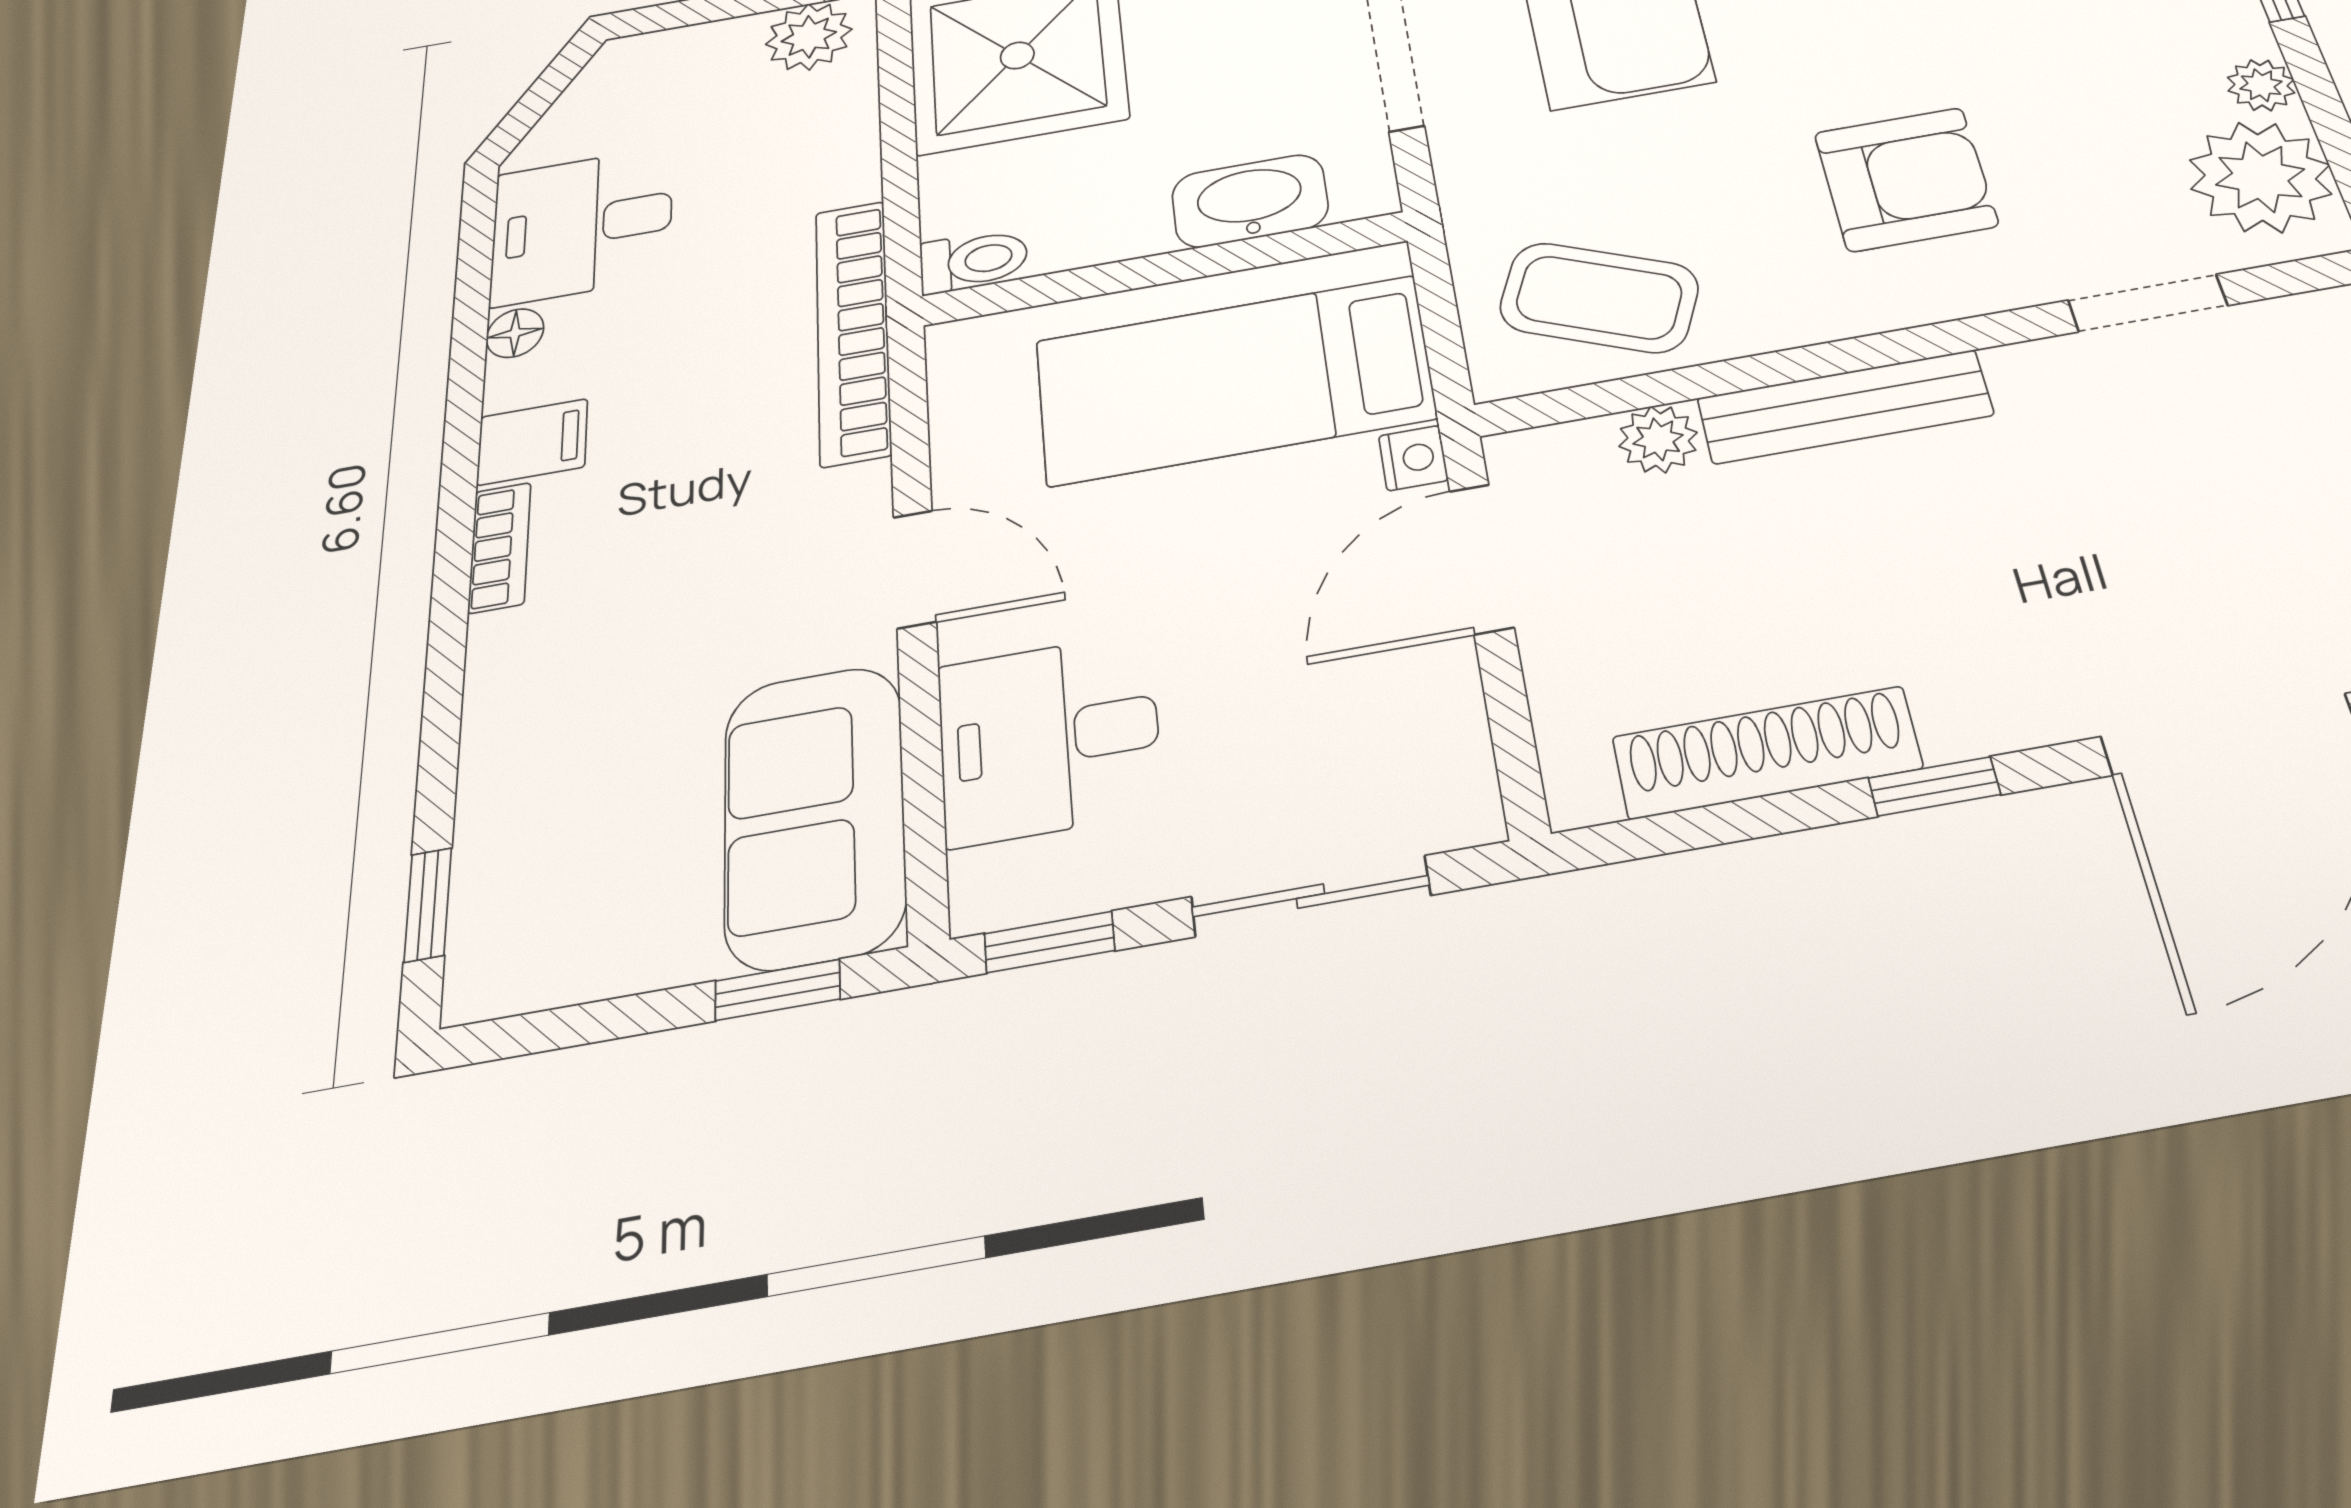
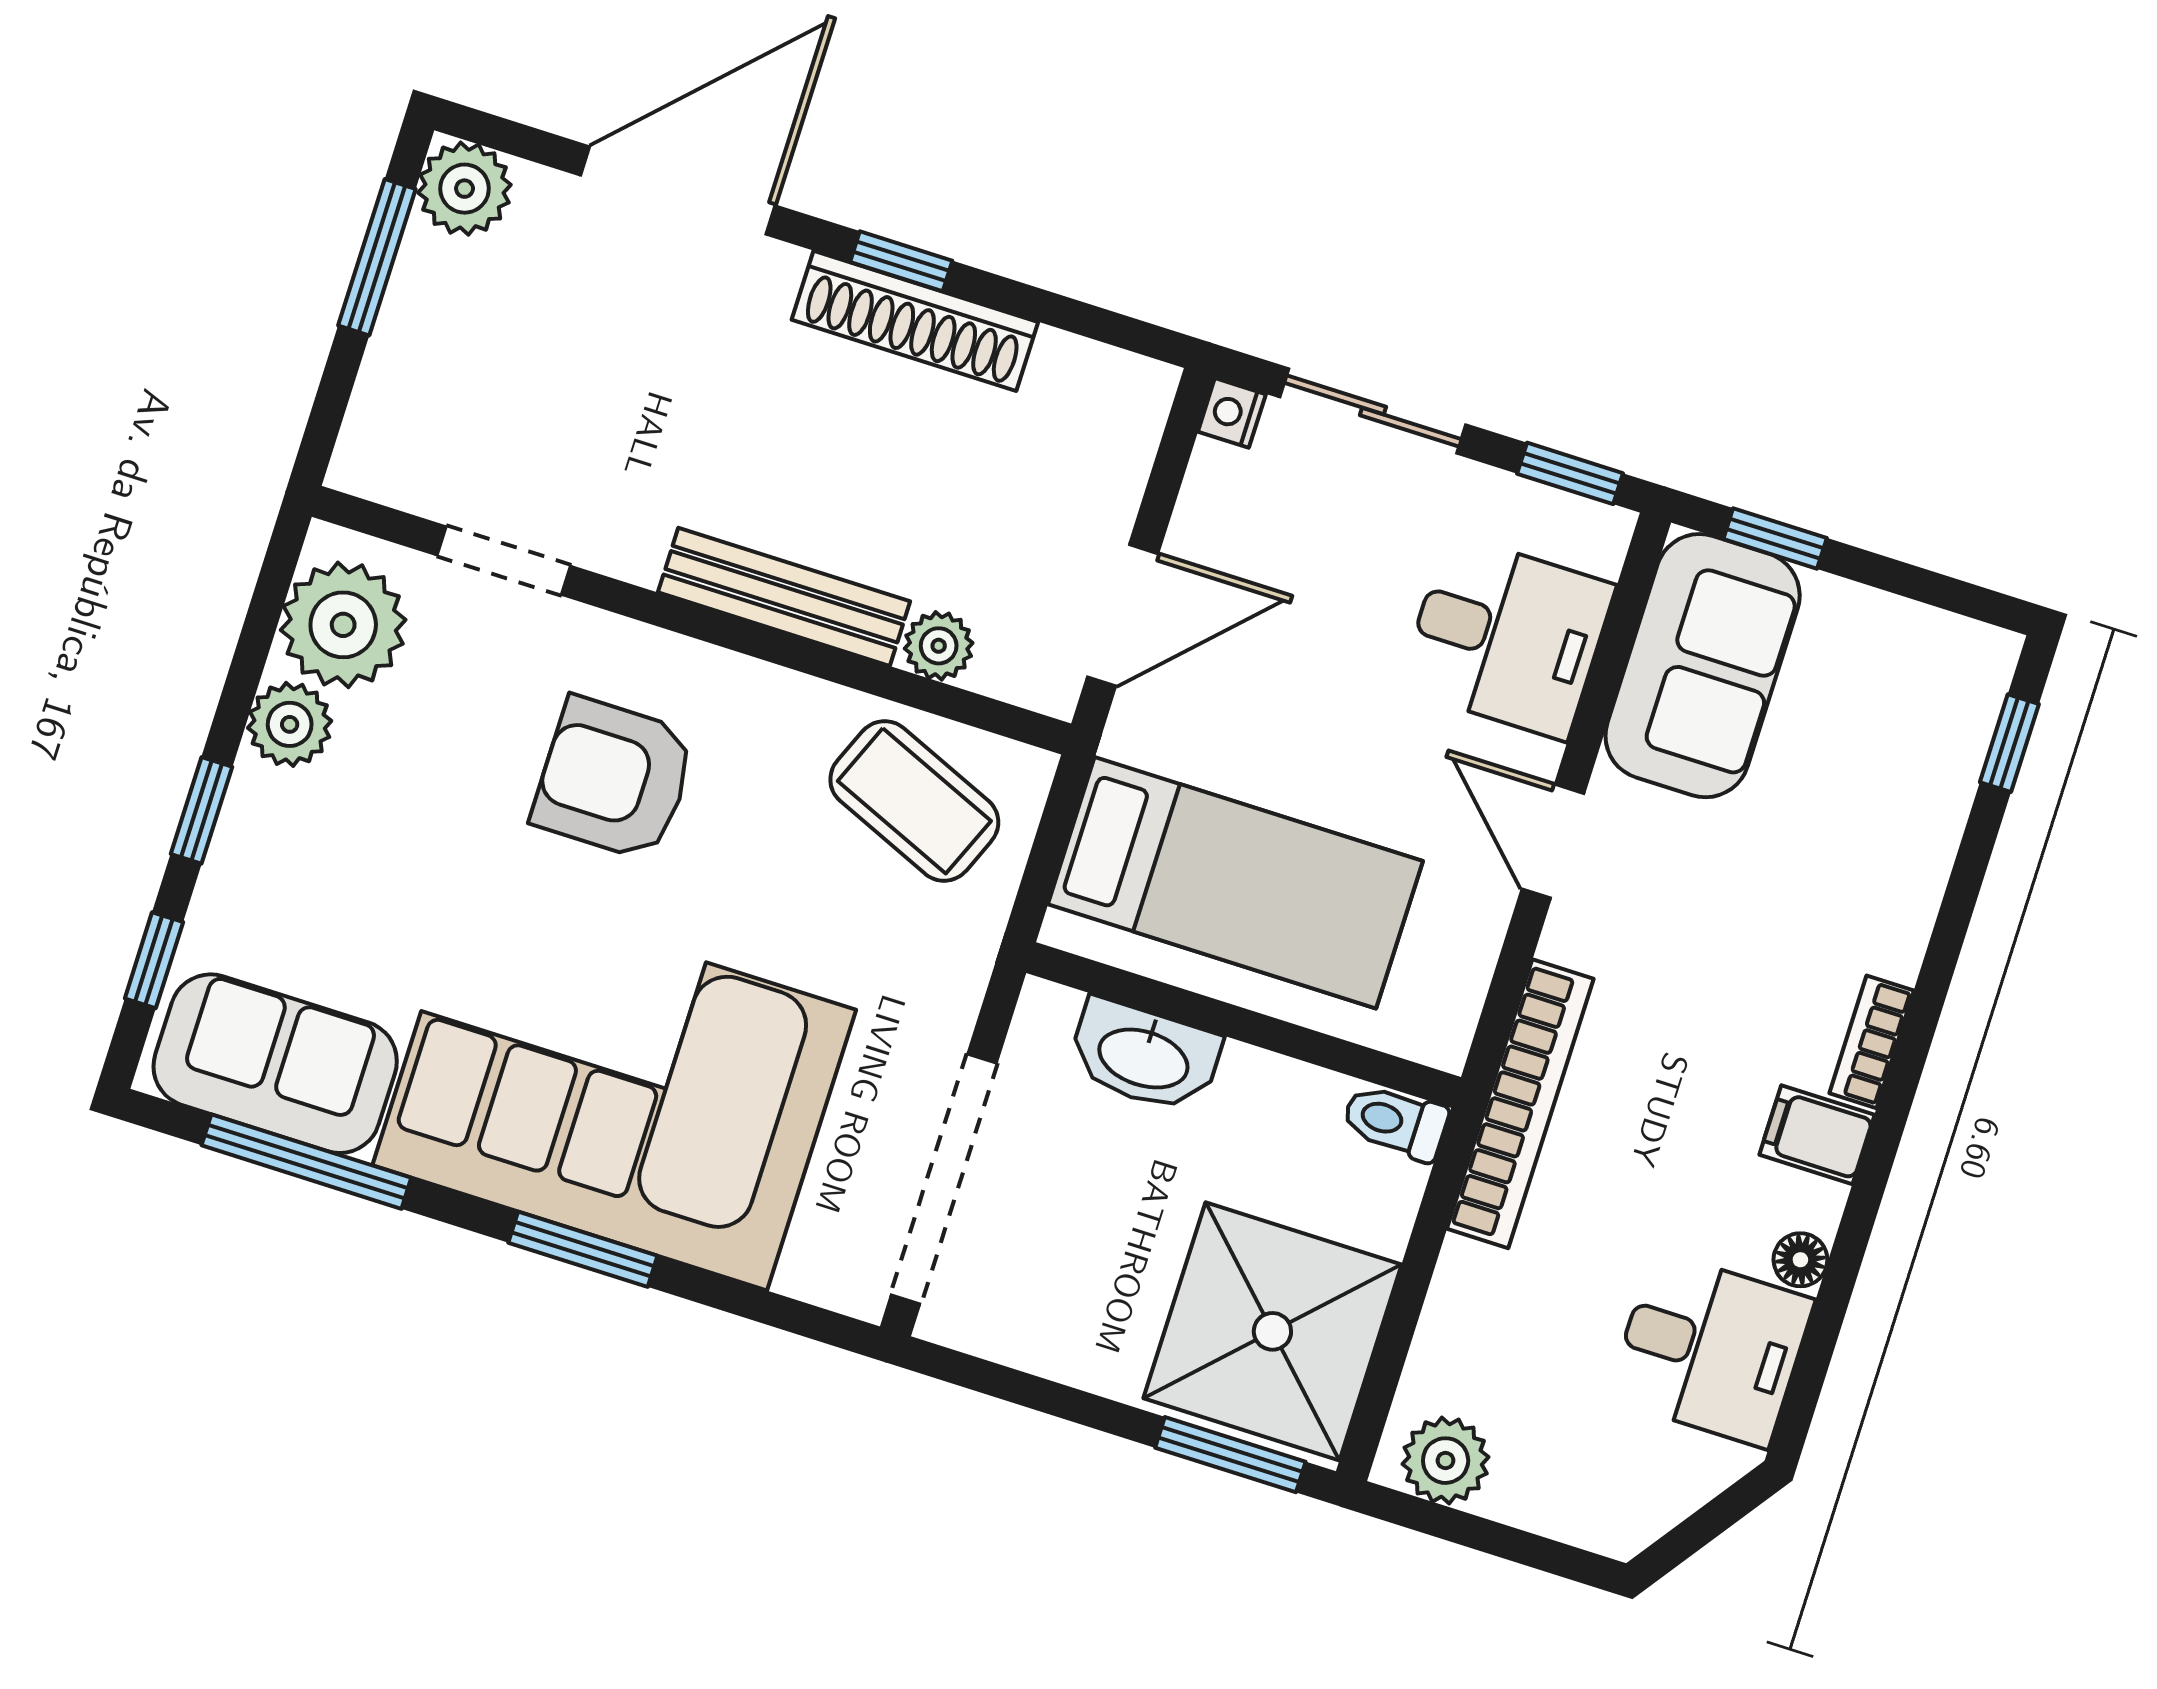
plant: (2261, 85) -> (290, 724), width x1.38, depth x1.38
nightstand: (1413, 458) -> (1232, 413), moved
shoe rack: (1767, 753) -> (915, 321), moved

